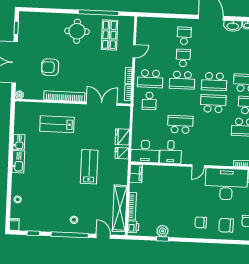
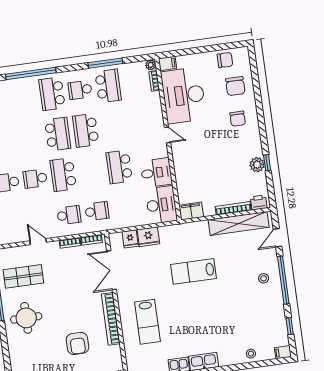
school desk: (150, 79) -> (69, 215), width x0.54
school desk: (182, 80) -> (63, 175), turned 180
fridge: (122, 153) -> (130, 239), moved

